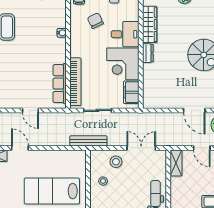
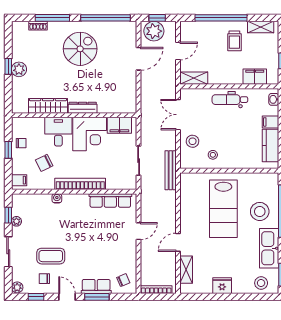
dresser: (148, 53) -> (83, 108), width x1.44
bookcase: (75, 82) -> (80, 184), moved

